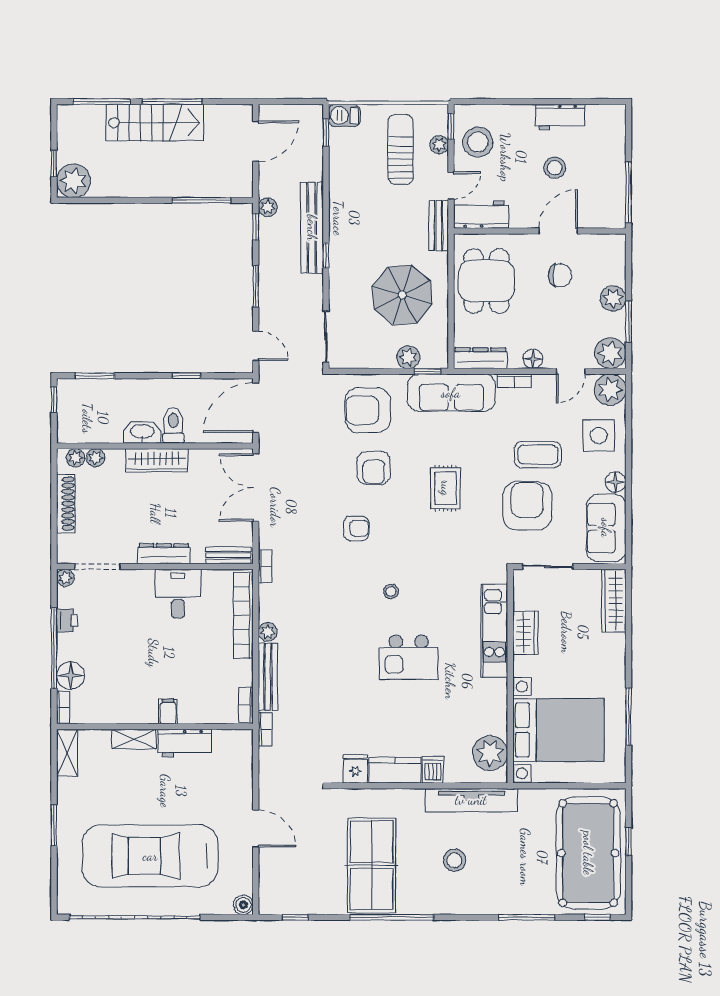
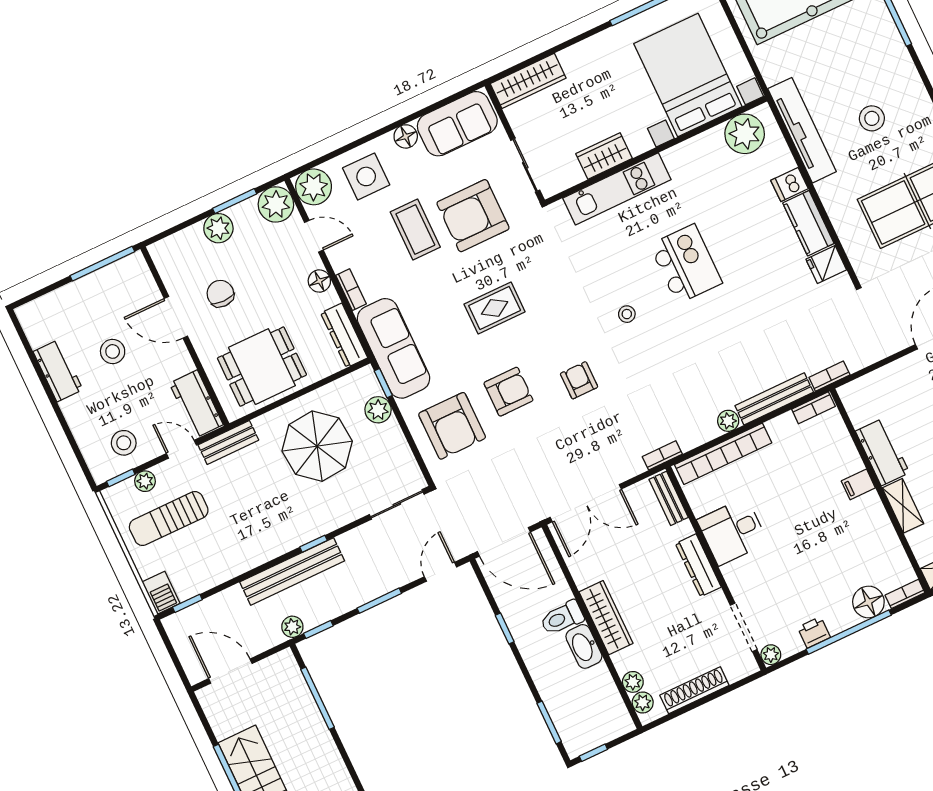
stool: (478, 142) -> (124, 443), width x0.73, depth x0.73

